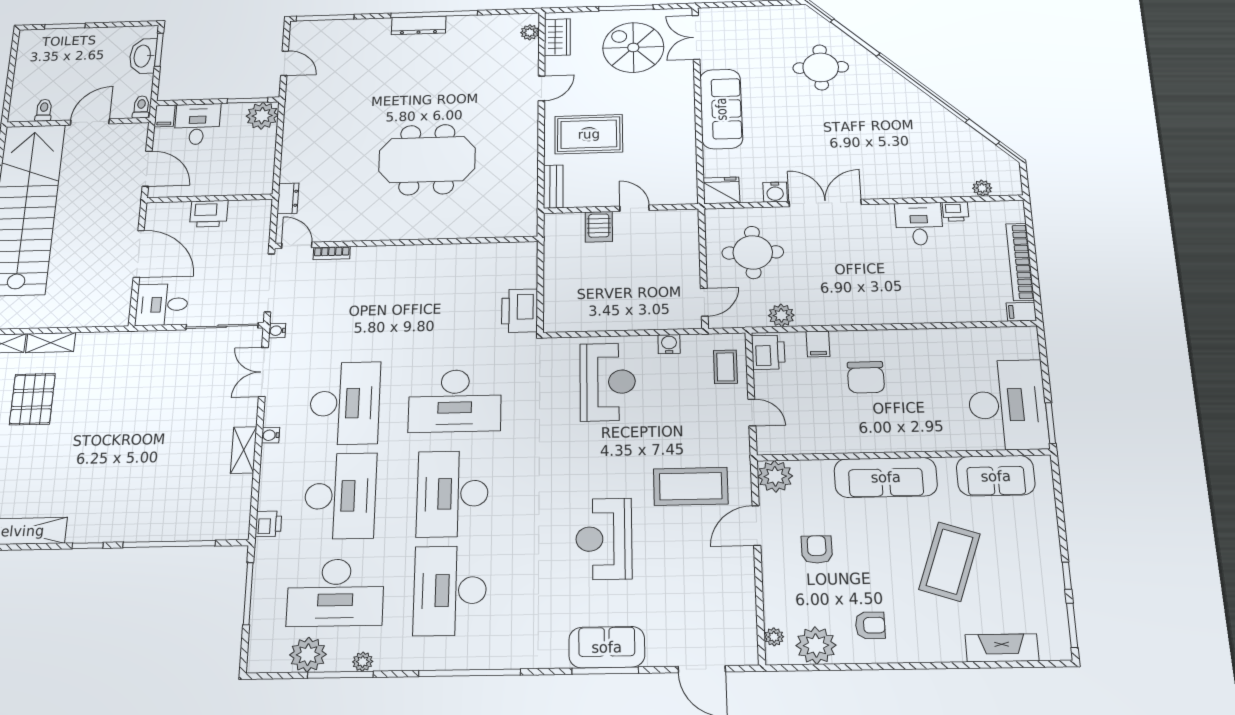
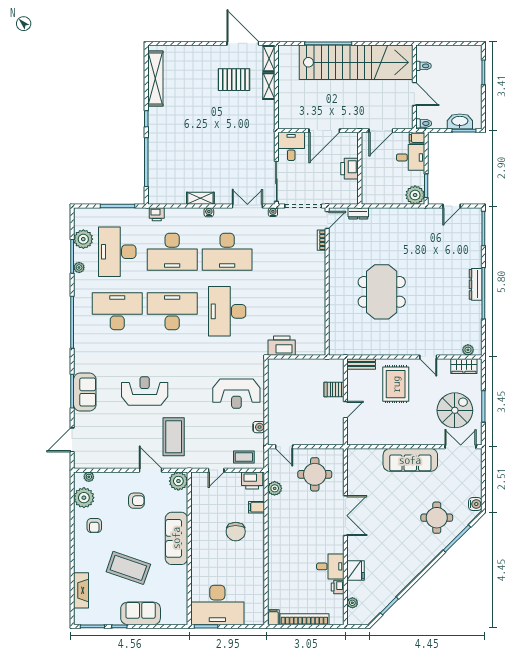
fridge: (721, 190) -> (356, 570), moved
water cooler: (775, 192) -> (475, 504), moved, turned 180
chair: (866, 377) -> (236, 532), turned -90
sofa: (996, 476) -> (141, 613), moved, turned 90

